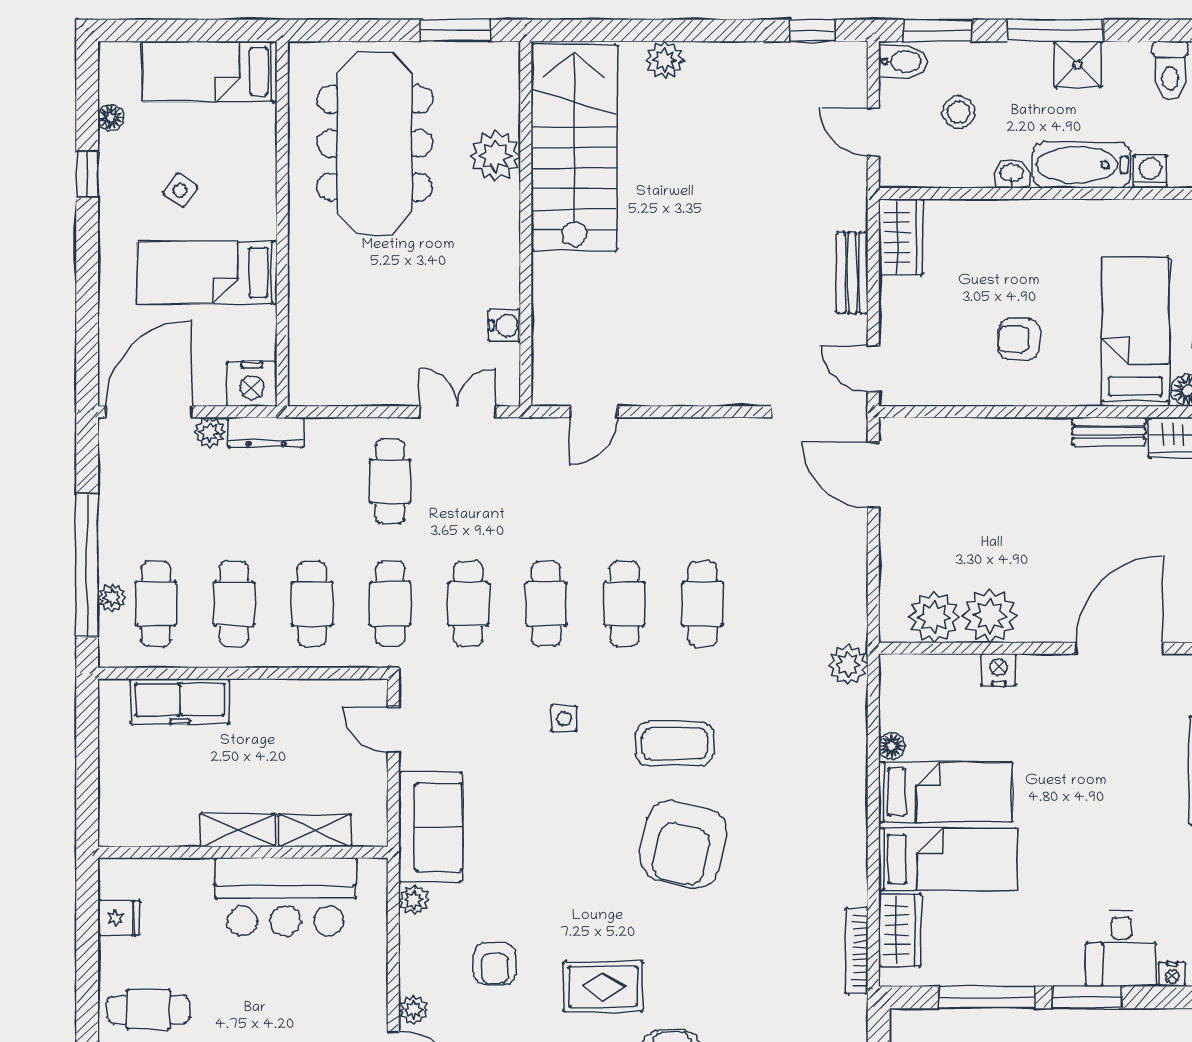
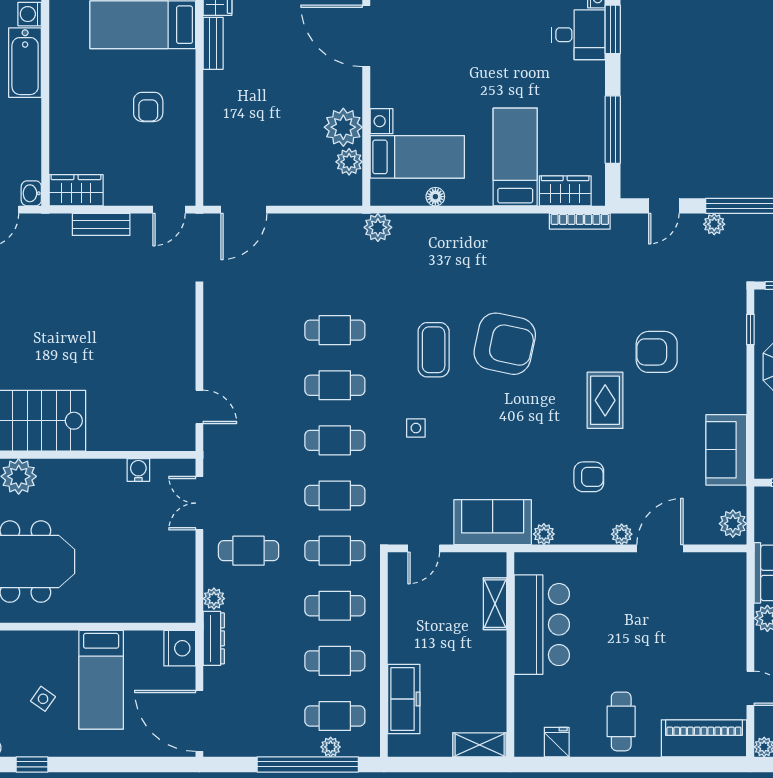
washbasin: (1012, 174) -> (31, 193), moved
plant: (209, 432) -> (214, 599), moved
plant: (934, 617) -> (349, 162), width x0.73, depth x0.73
bed: (945, 792) -> (417, 157), moved, turned 90
shelving: (238, 830) -> (480, 745), moved, turned 90
window: (1087, 997) -> (613, 29), moved

